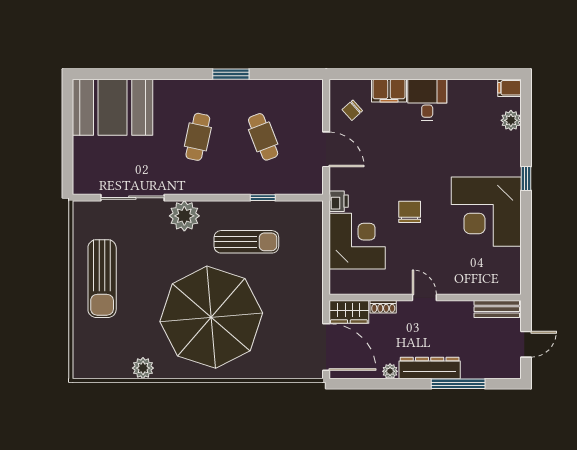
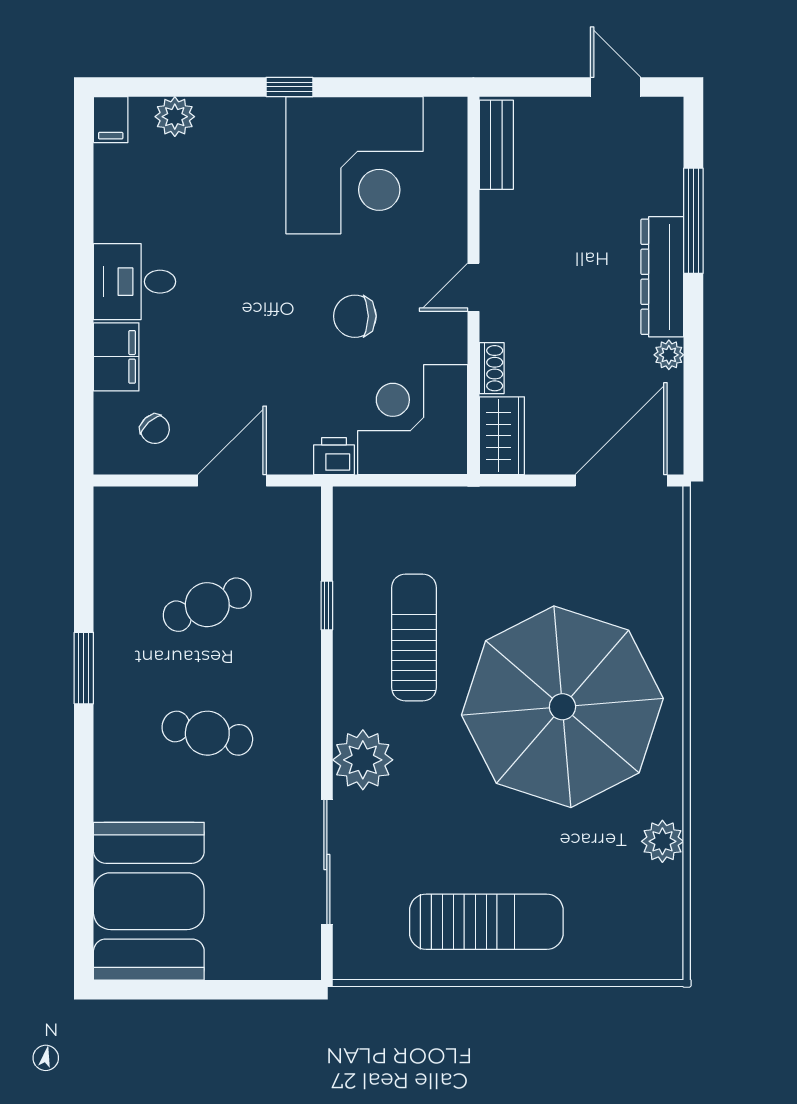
door: (424, 298) -> (473, 287), moved
wall: (425, 298) -> (473, 286), moved
shoe rack: (383, 307) -> (492, 368), moved
bench: (497, 309) -> (496, 145), moved
wardrobe: (349, 312) -> (502, 436), moved

